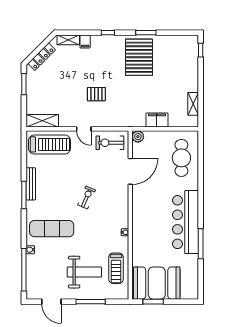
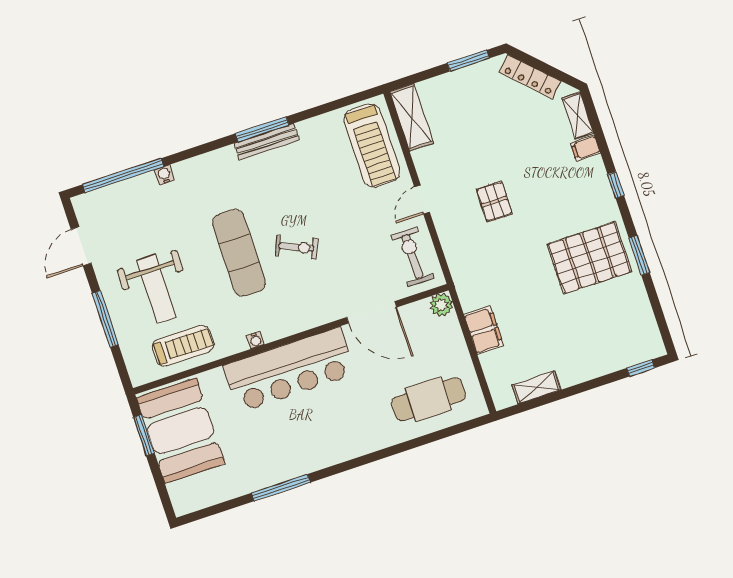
bench: (31, 184) -> (267, 142), moved
bar counter: (185, 222) -> (289, 370), moved, turned 180
exercise mat: (52, 229) -> (239, 253), moved
treadmill: (116, 268) -> (183, 346), turned 180

